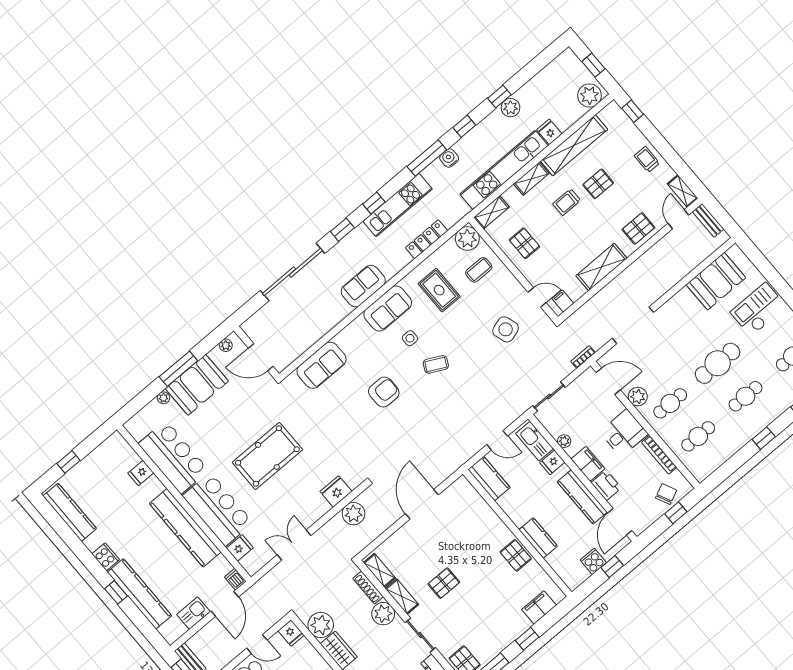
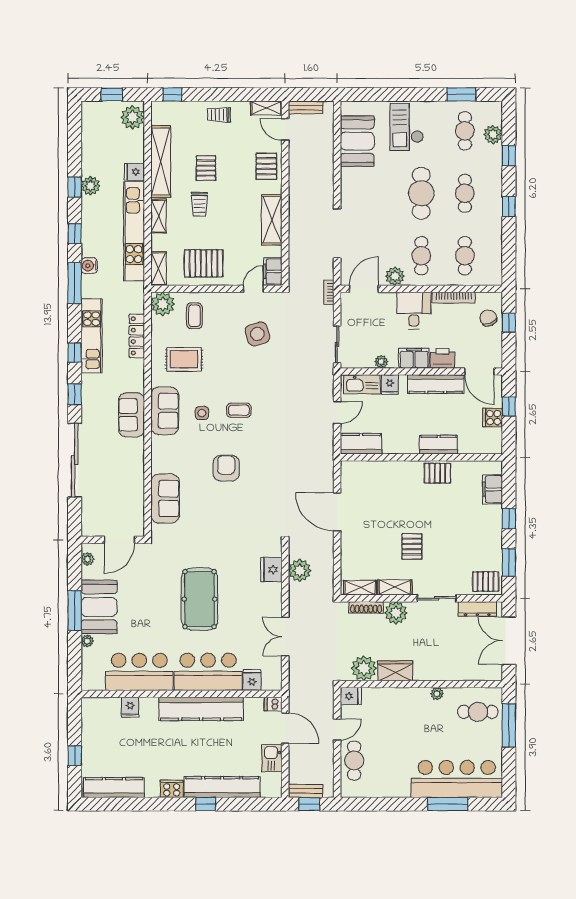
pallet: (524, 243) -> (204, 263), width x1.50, depth x1.42
filing cabinet: (563, 301) -> (273, 271), width x2.00
coffee table: (436, 364) -> (239, 410), turned 63

